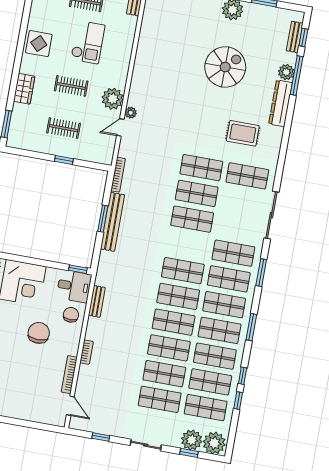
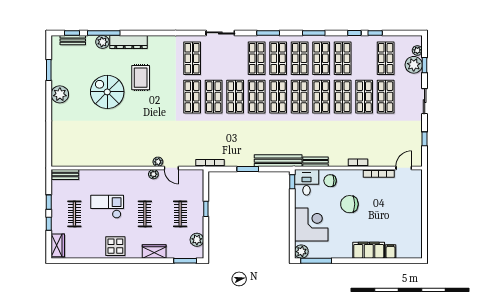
plant: (113, 99) -> (153, 174), width x0.53, depth x0.53
rug: (243, 133) -> (141, 78), moved
plant: (29, 143) -> (197, 240), added
sliding door: (271, 215) -> (220, 33), width x0.73
bench: (112, 222) -> (278, 161), moved
shop shelf: (210, 382) -> (257, 97), moved
plant: (214, 443) -> (417, 50), width x0.53, depth x0.53

